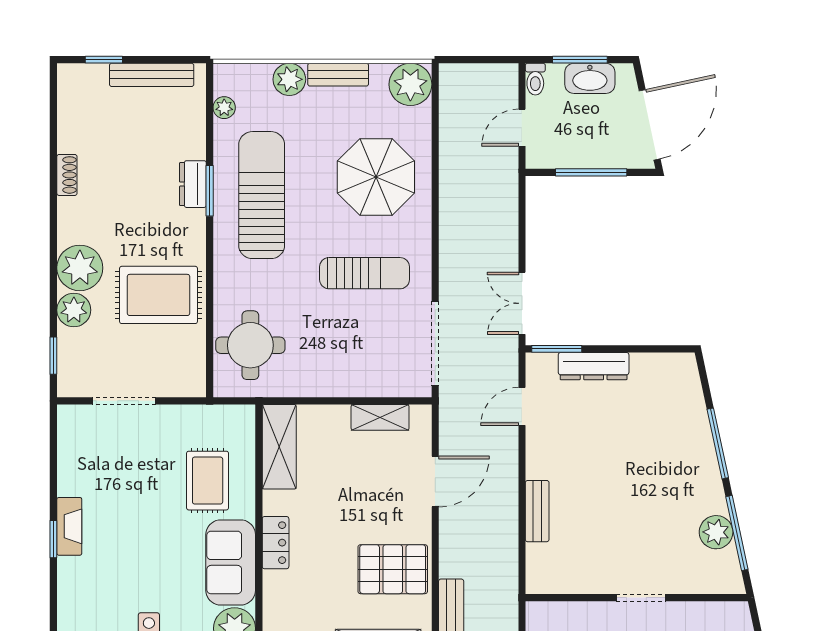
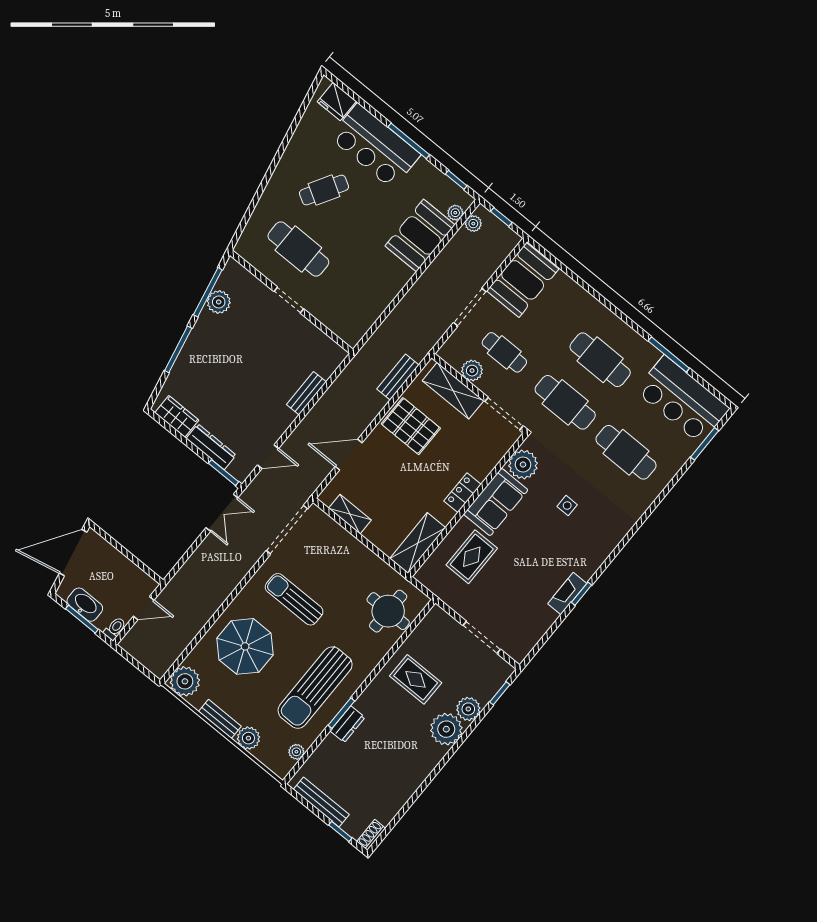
window: (591, 172) -> (126, 553), removed
shoe rack: (67, 175) -> (371, 835), moved
rug: (159, 295) -> (416, 679), width x0.73, depth x0.70
wardrobe: (659, 368) -> (177, 416), added

